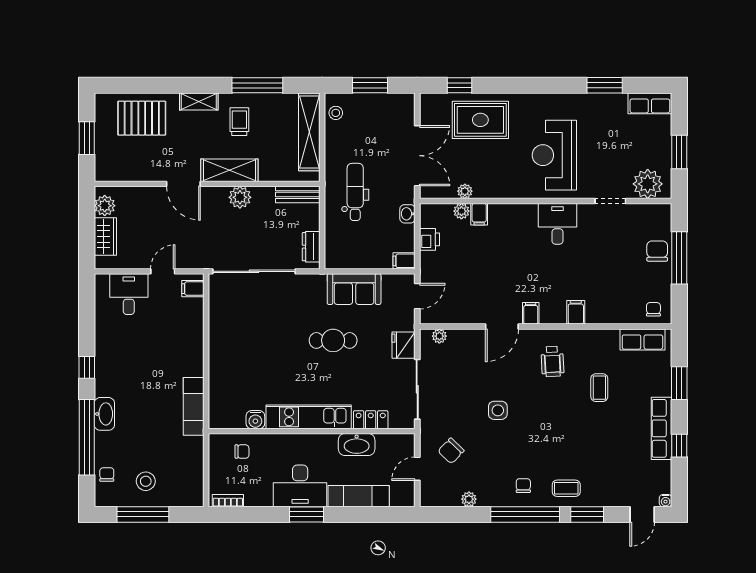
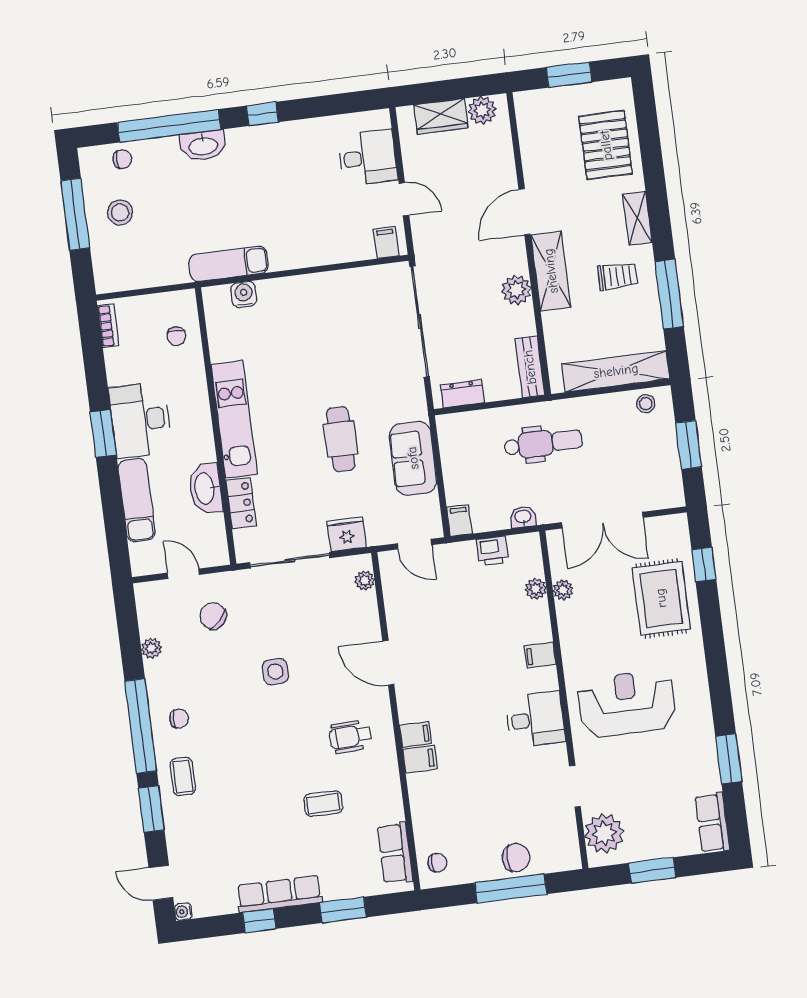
filing cabinet: (479, 214) -> (540, 655), moved
filing cabinet: (531, 313) -> (415, 734), moved
water cooler: (255, 420) -> (244, 294), moved, turned 90

